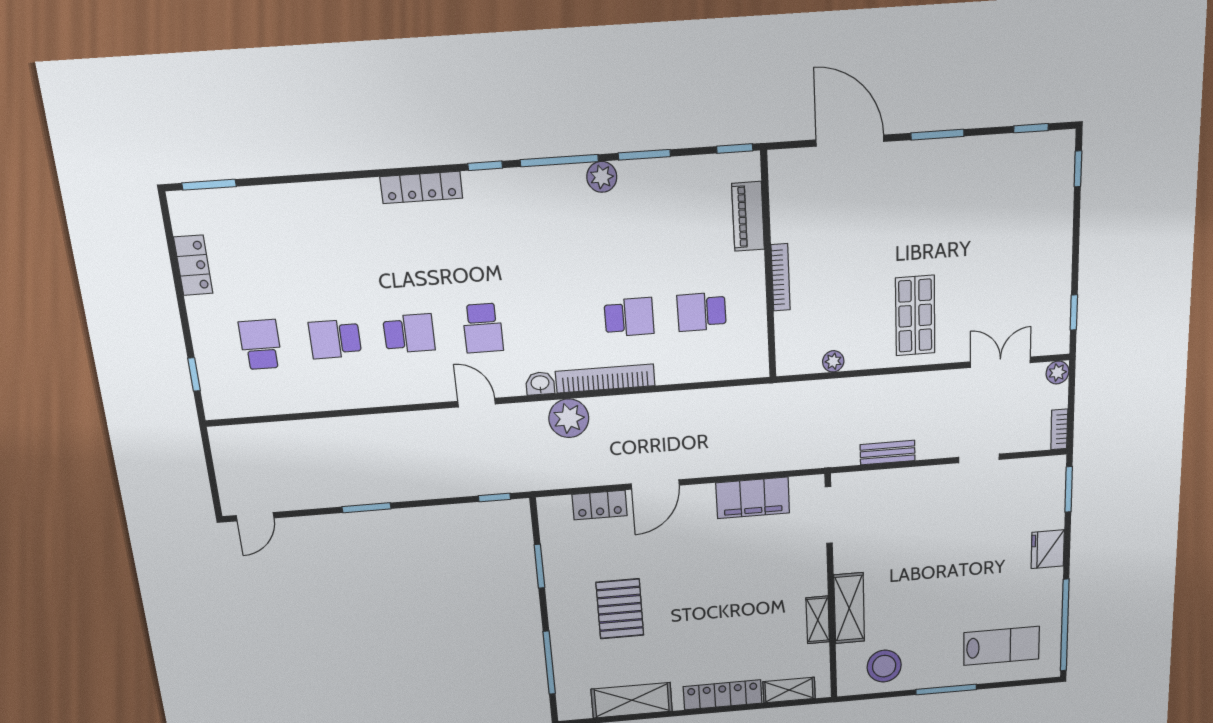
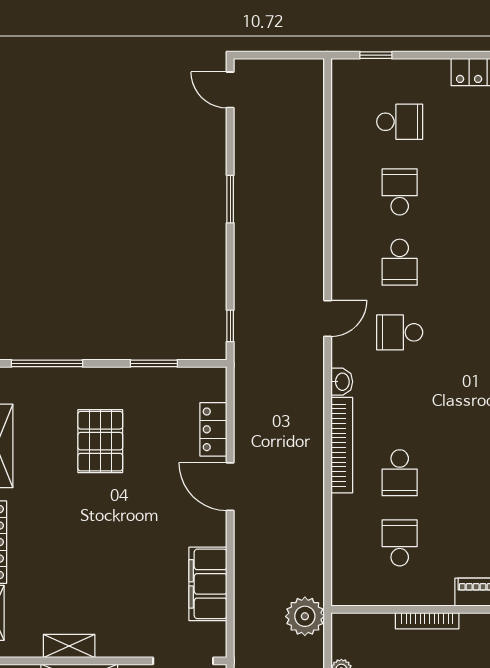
plant: (569, 418) -> (305, 616), moved
pallet: (620, 609) -> (100, 441), turned 90

